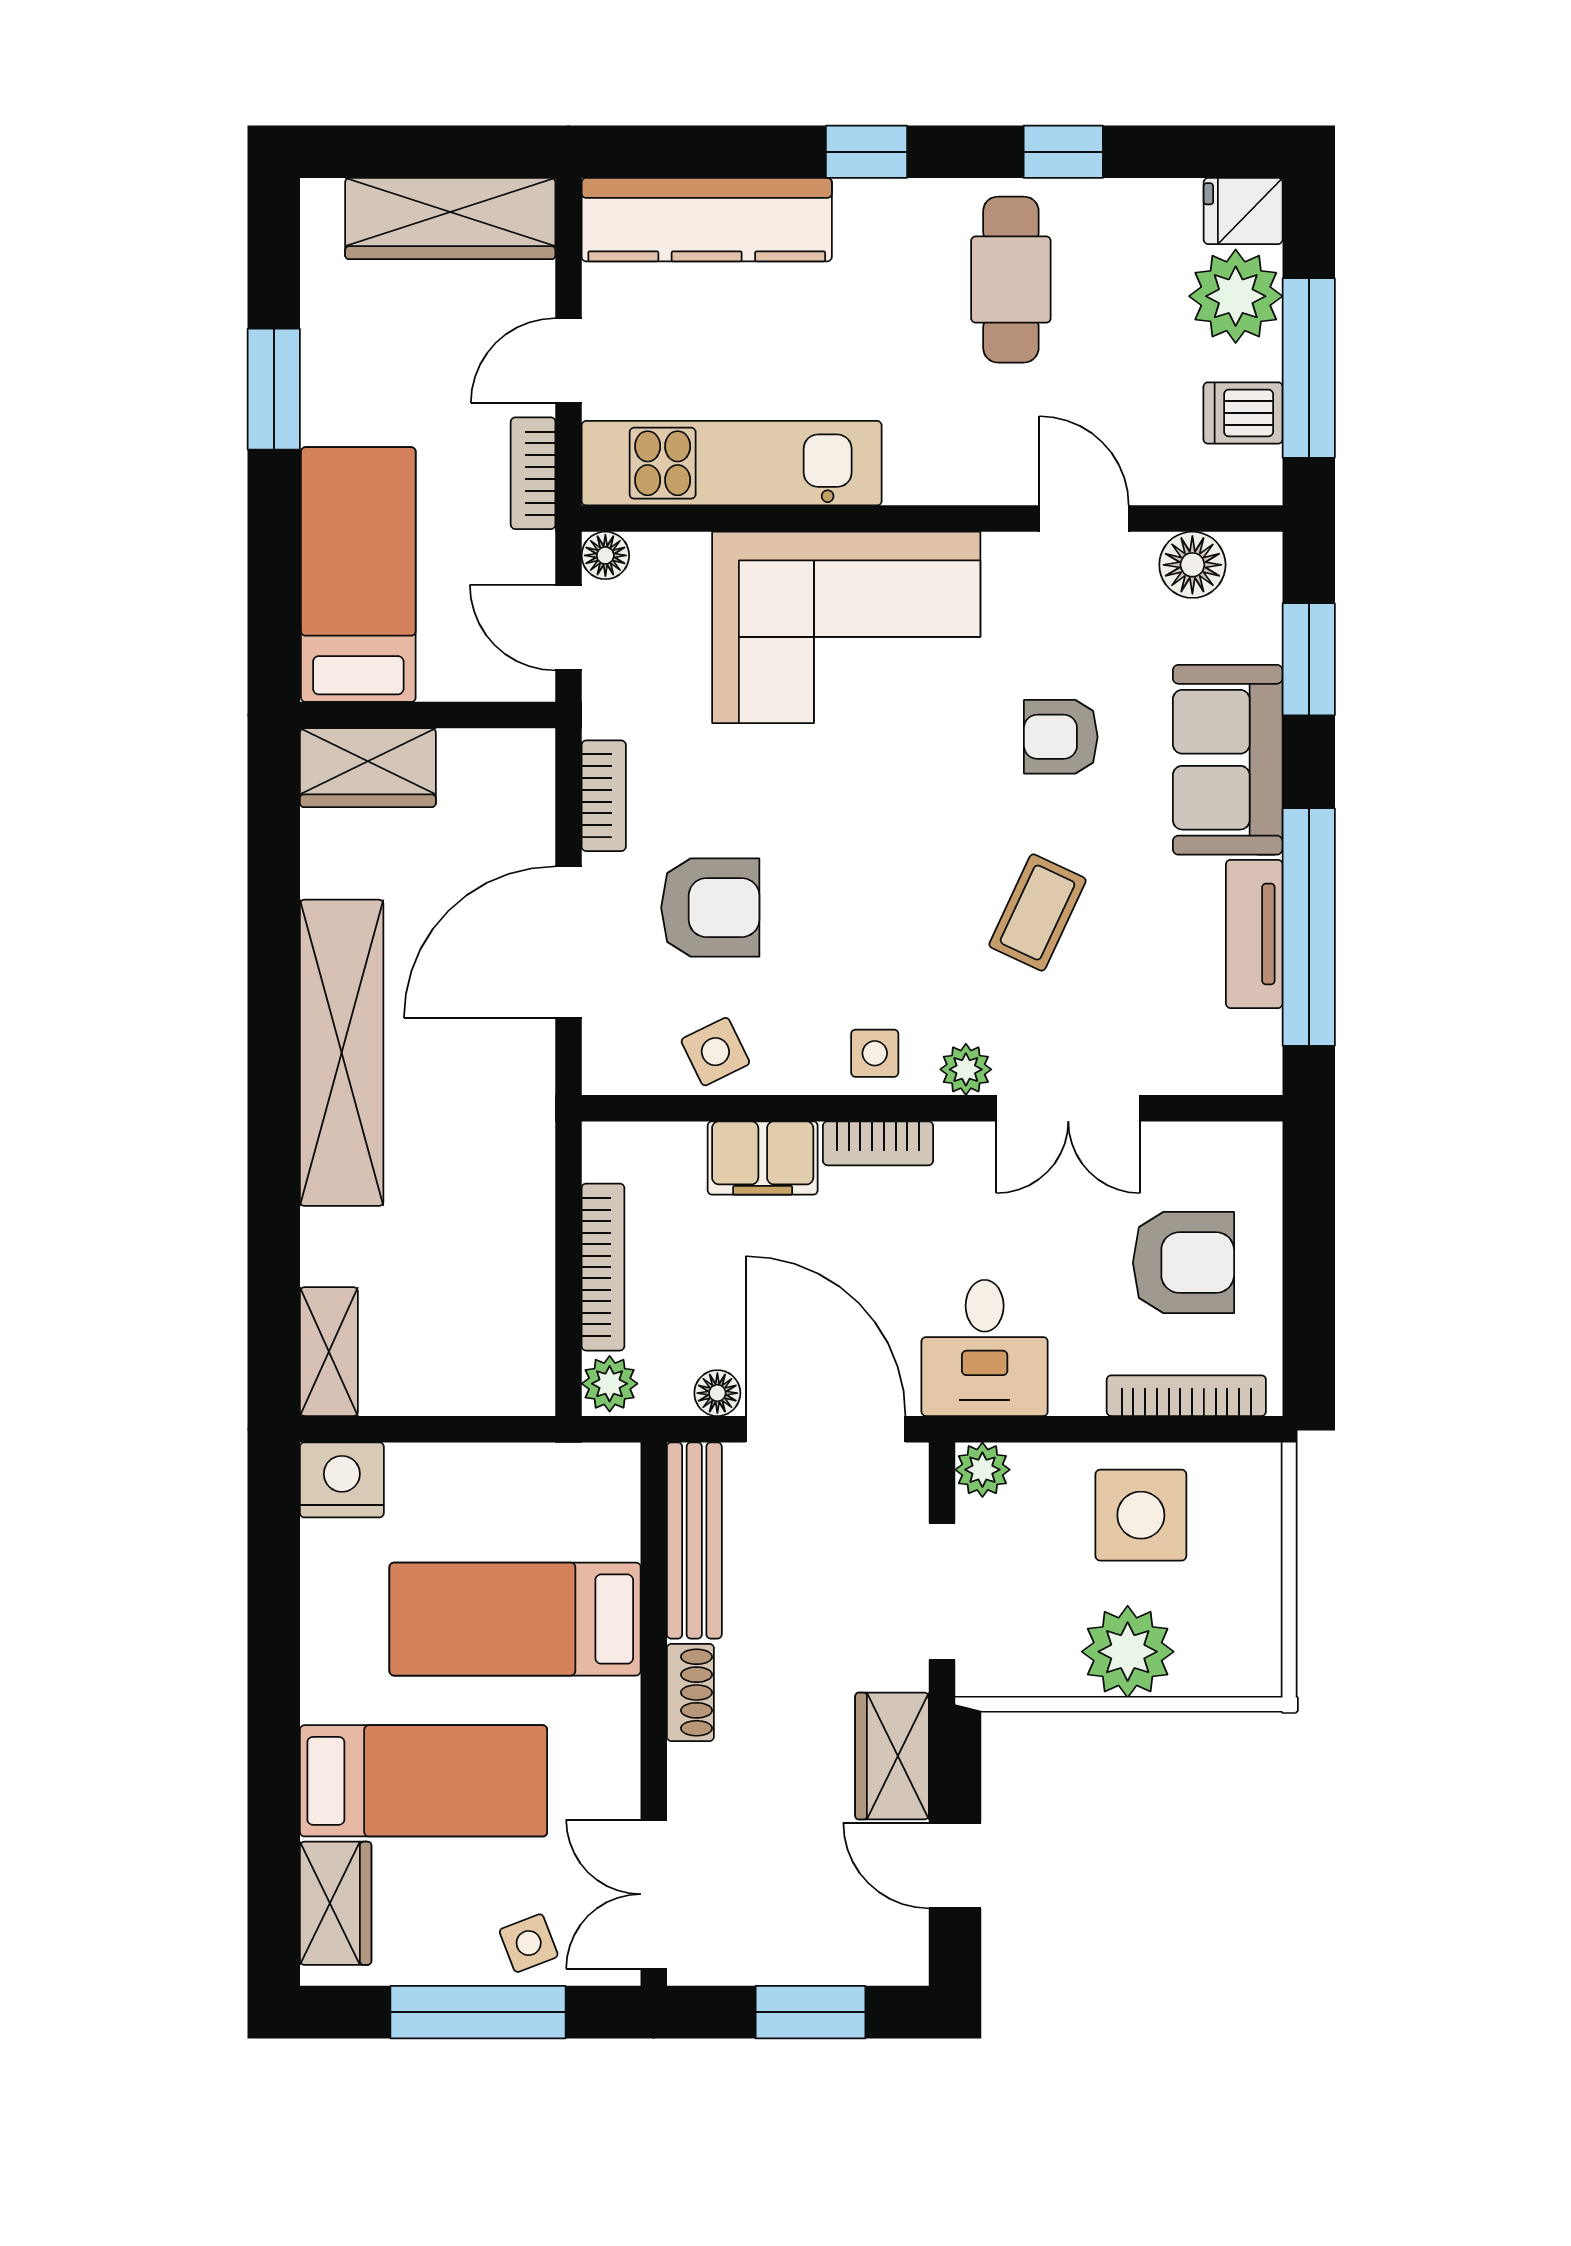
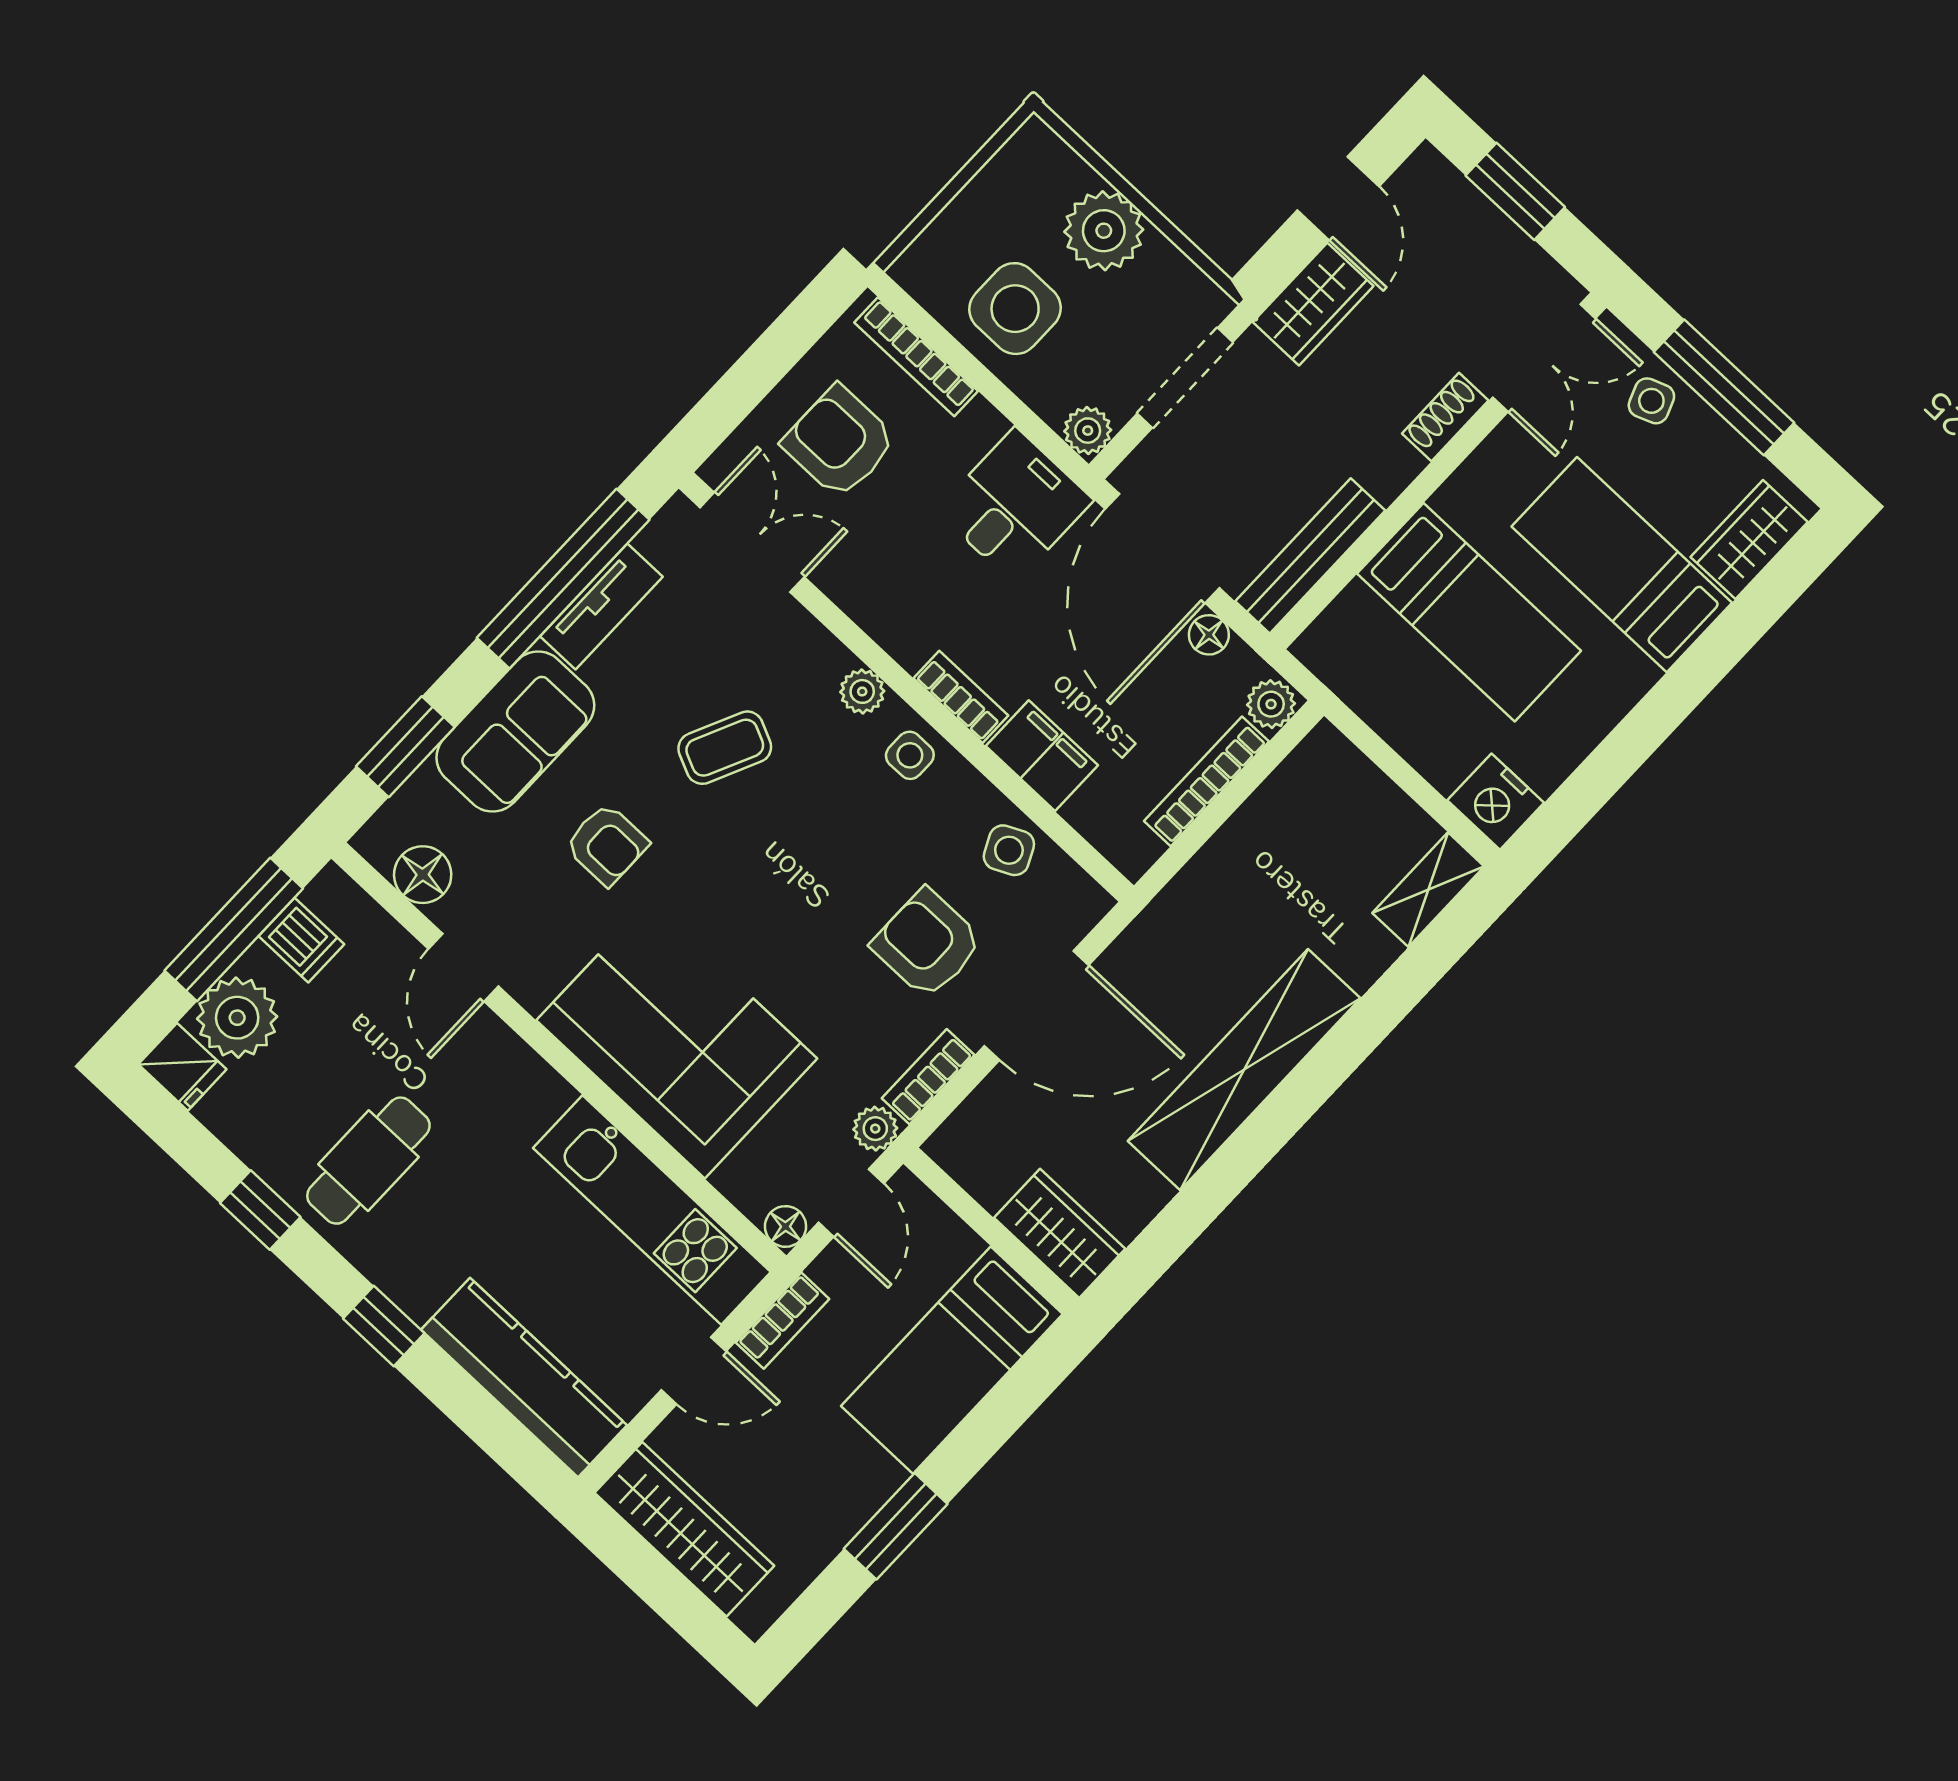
plant: (607, 710) -> (875, 1129), added
double door: (1068, 1108) -> (752, 542), moved
shoe rack: (690, 1692) -> (1445, 417), moved

